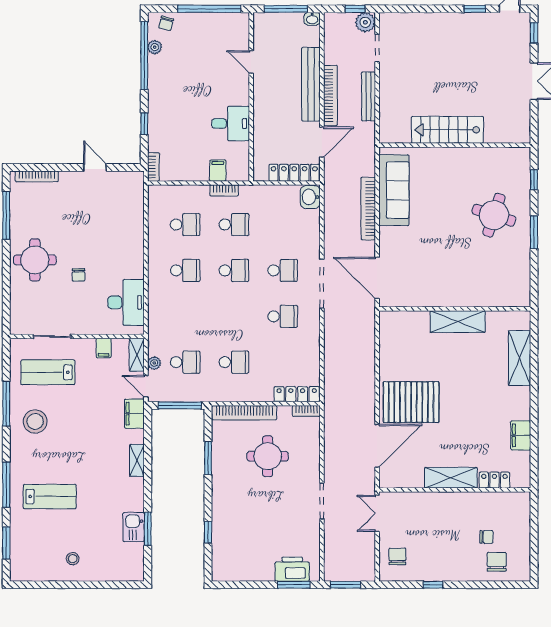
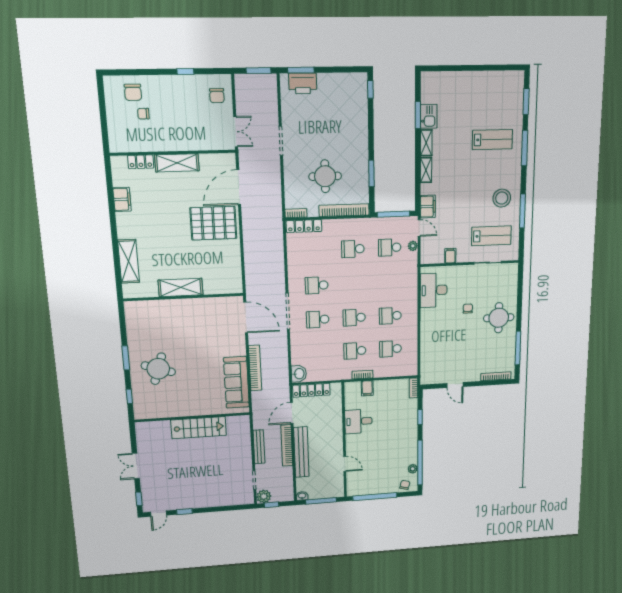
shelving: (137, 355) -> (426, 143), moved
lab bench: (50, 497) -> (492, 140), turned 180
window: (208, 532) -> (370, 89), moved
stool: (73, 559) -> (476, 90), removed

